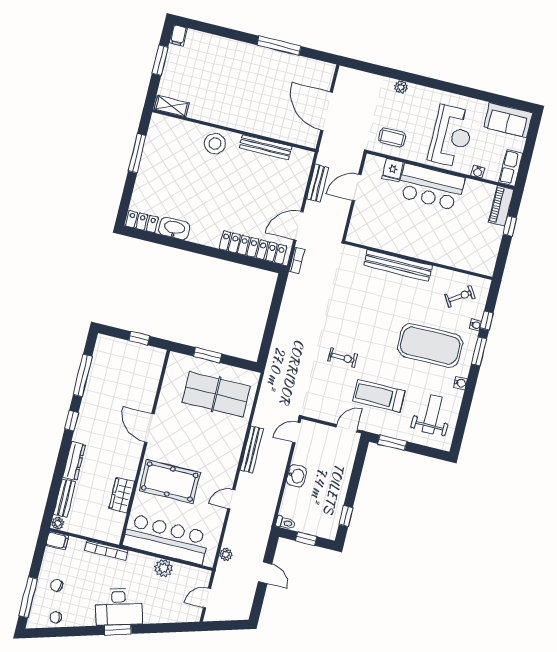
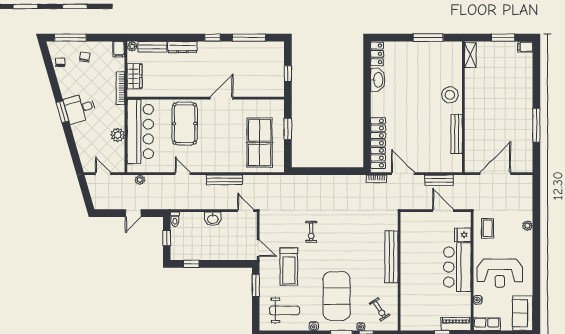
treadmill: (379, 396) -> (289, 267), turned 180
wardrobe: (122, 495) -> (135, 76), moved, turned 90
desk: (119, 607) -> (80, 108), width x0.73

